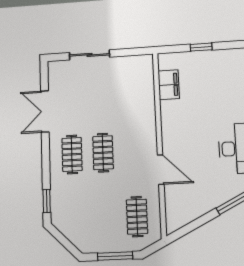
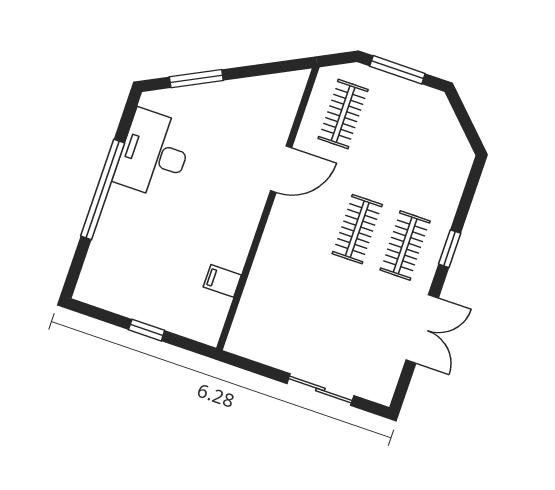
filing cabinet: (169, 85) -> (222, 281), width x0.50
door: (161, 170) -> (281, 169), swing flipped
window: (47, 201) -> (450, 249), moved

